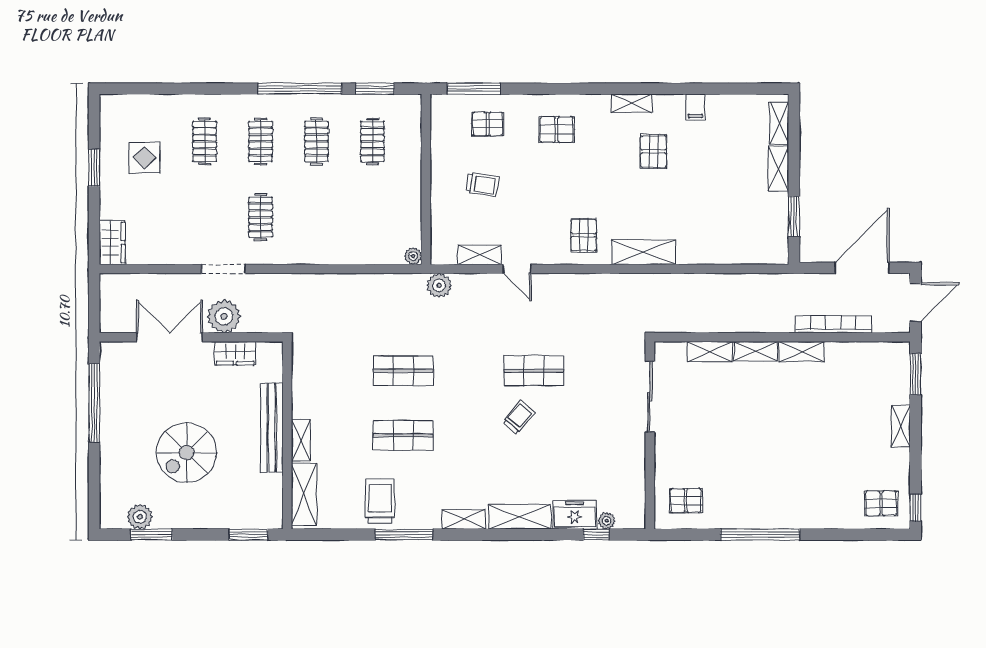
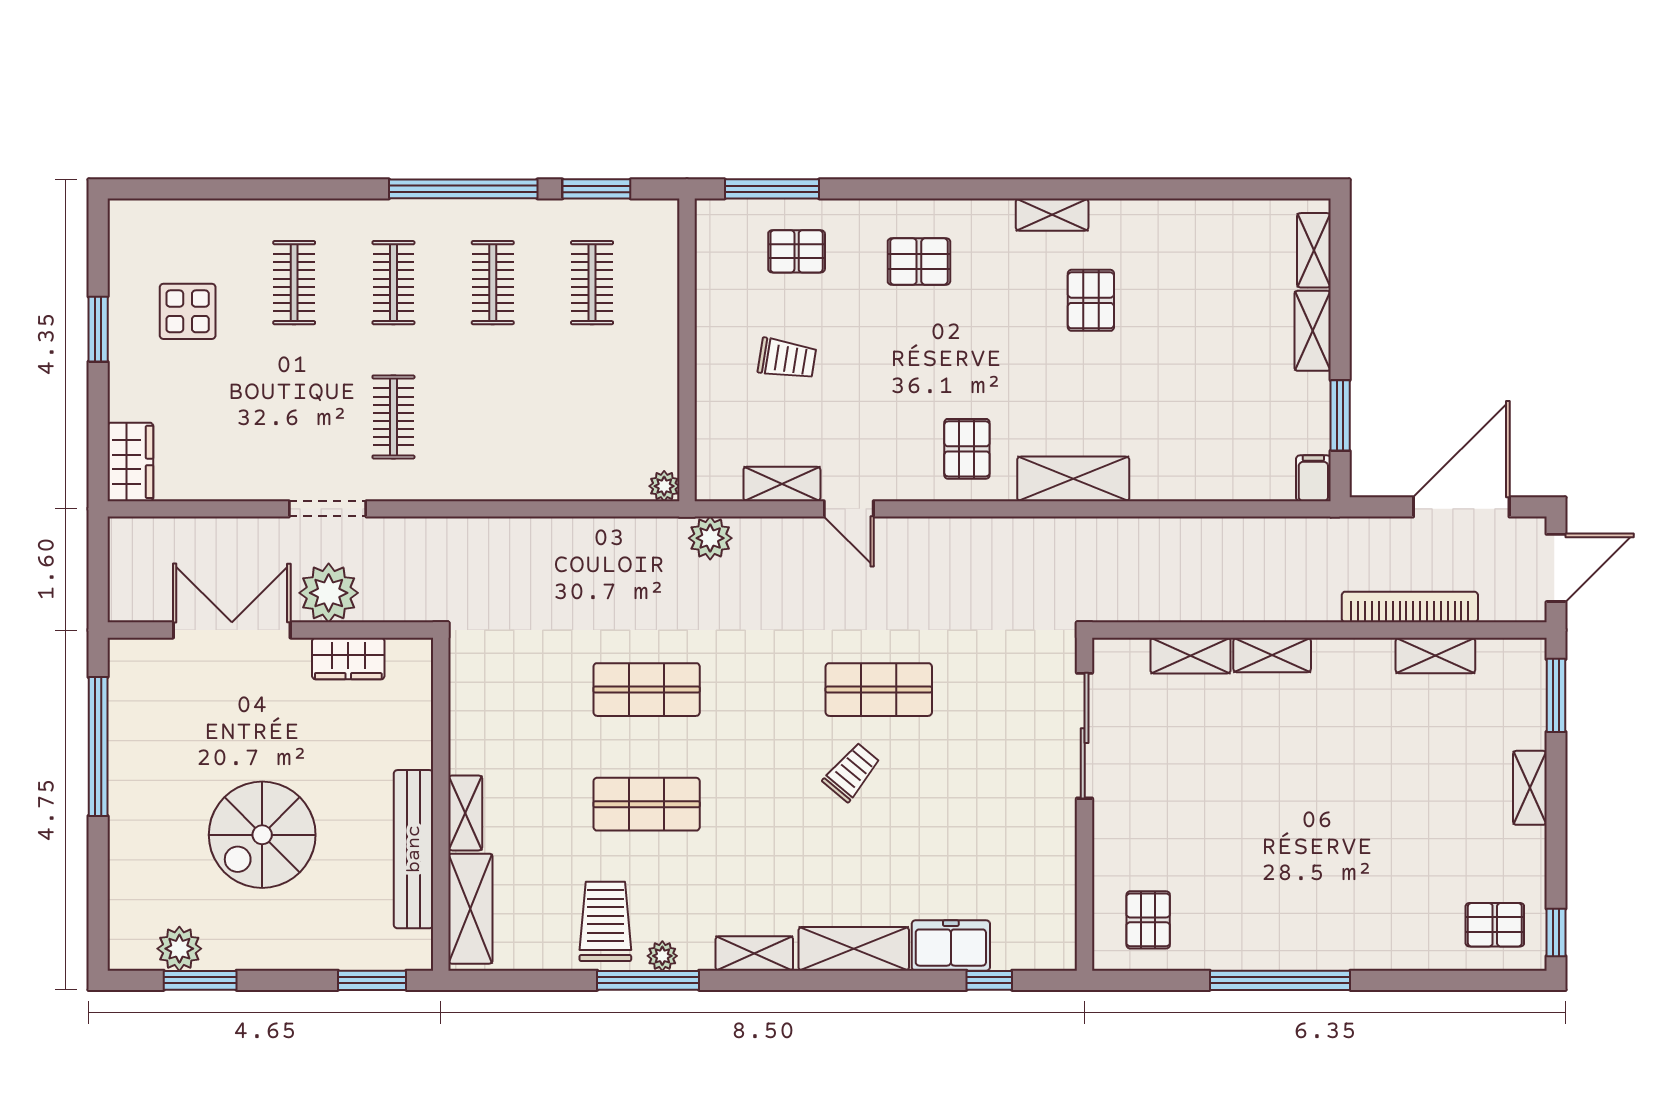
filing cabinet: (695, 107) -> (1313, 478), moved, turned 180
shelving: (801, 352) -> (1435, 655), moved
bench: (272, 428) -> (414, 849), moved
pallet: (686, 501) -> (1148, 920), turned 90
plant: (607, 521) -> (662, 956), moved

